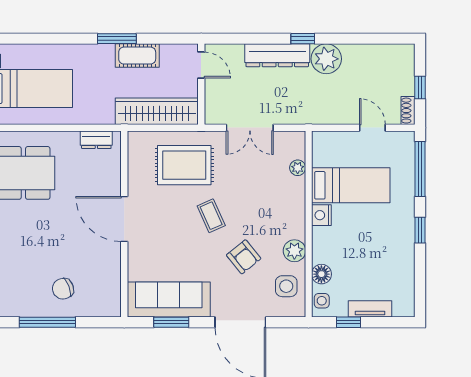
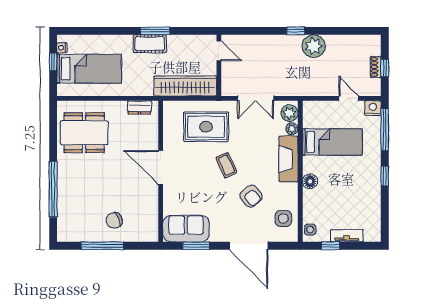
dresser: (277, 55) -> (276, 43), removed
cot: (137, 56) -> (150, 44), moved
shoe rack: (408, 111) -> (376, 67), moved
fireplace: (293, 208) -> (288, 159), added
nightstand: (321, 215) -> (373, 108), moved, turned 90
plant: (294, 251) -> (290, 113), moved
floor lamp: (321, 274) -> (310, 181), moved
sofa: (169, 300) -> (186, 229), width x0.73

